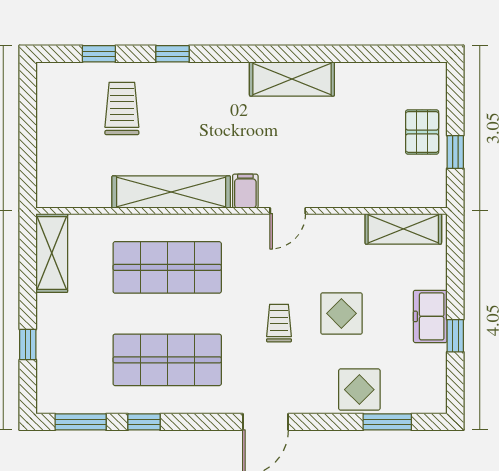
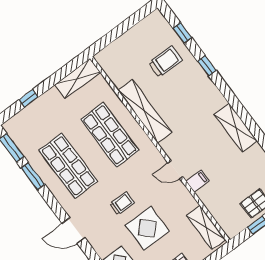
filing cabinet: (245, 191) -> (197, 181), moved
display table: (341, 313) -> (147, 228), width x1.36, depth x1.36
window: (144, 422) -> (33, 176), width x1.50

